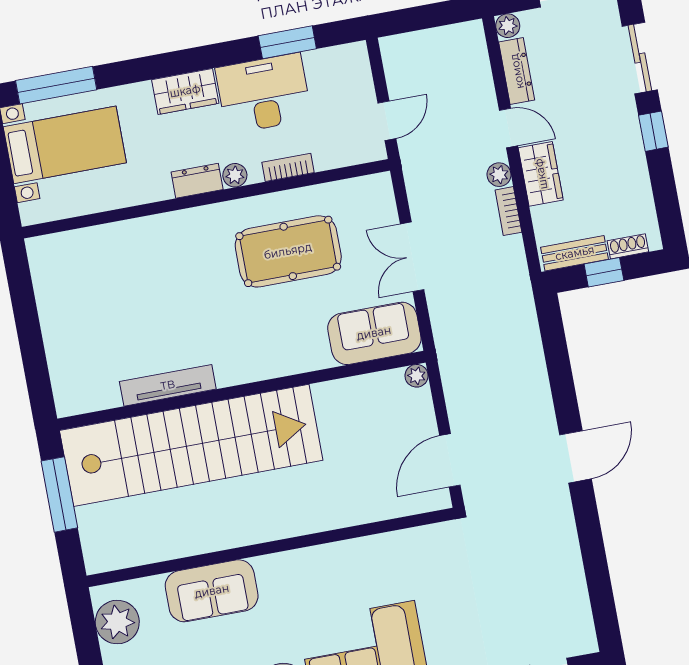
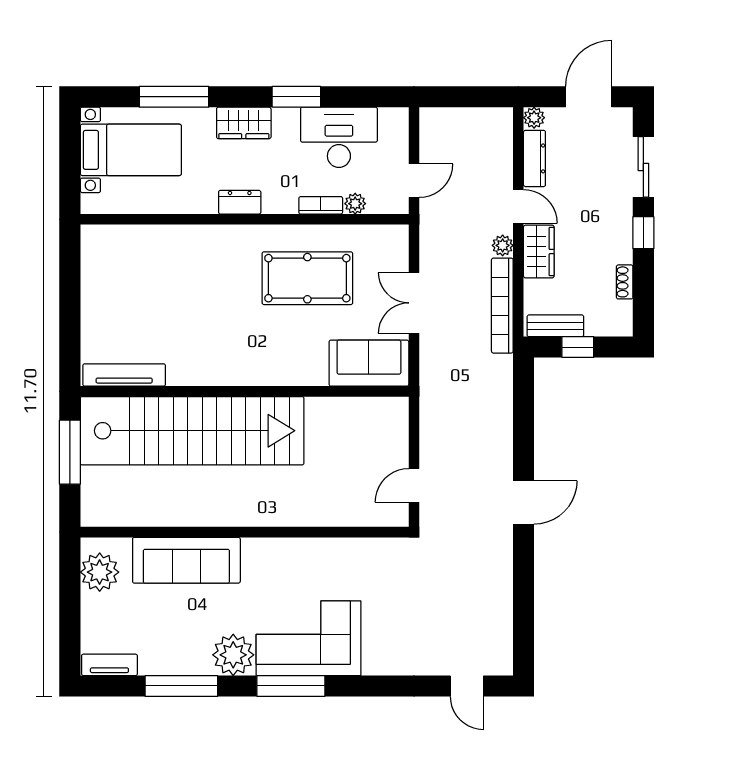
window: (287, 42) -> (296, 97), moved
window: (56, 85) -> (174, 97), moved
desk: (264, 94) -> (339, 137), moved
plant: (235, 175) -> (355, 204), moved
bookcase: (508, 211) -> (502, 306), width x2.31, depth x1.31
shoe rack: (628, 246) -> (625, 282), moved, turned -90
plant: (417, 376) -> (399, 407), removed
tv unit: (168, 385) -> (124, 375), moved
door: (450, 460) -> (414, 485), width x0.73
sofa: (212, 591) -> (186, 560), width x1.36

